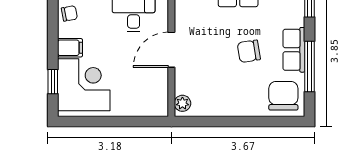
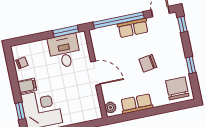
door: (171, 50) -> (96, 73), swing flipped
row of seats: (294, 50) -> (137, 104), moved, turned 90
window: (309, 67) -> (191, 65), width x0.46

